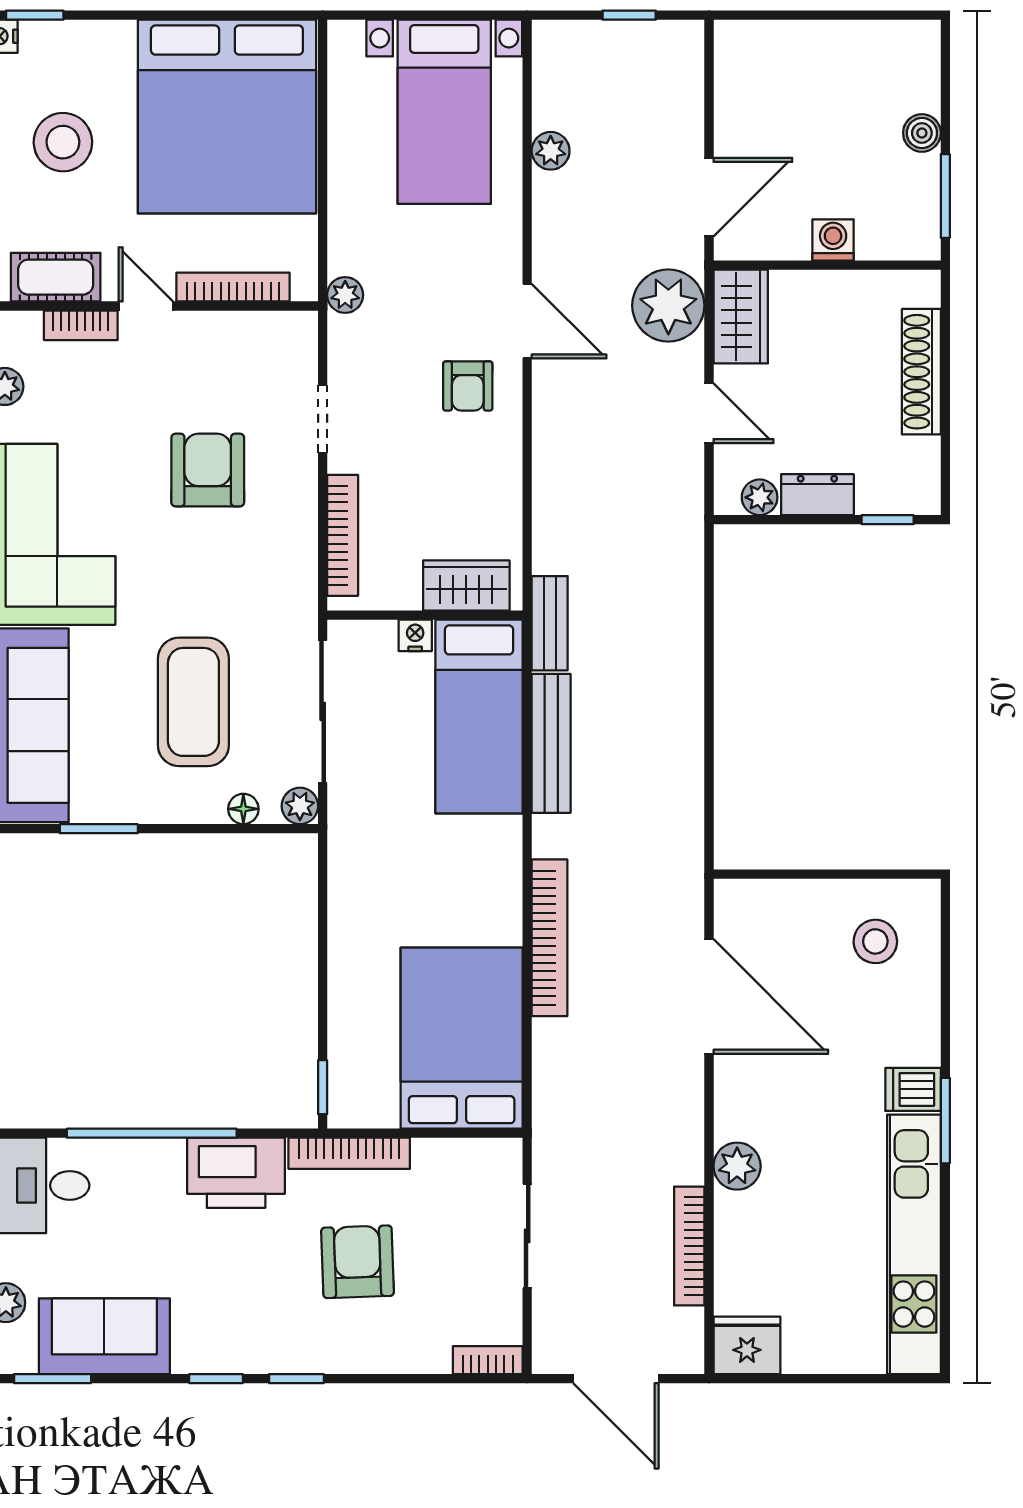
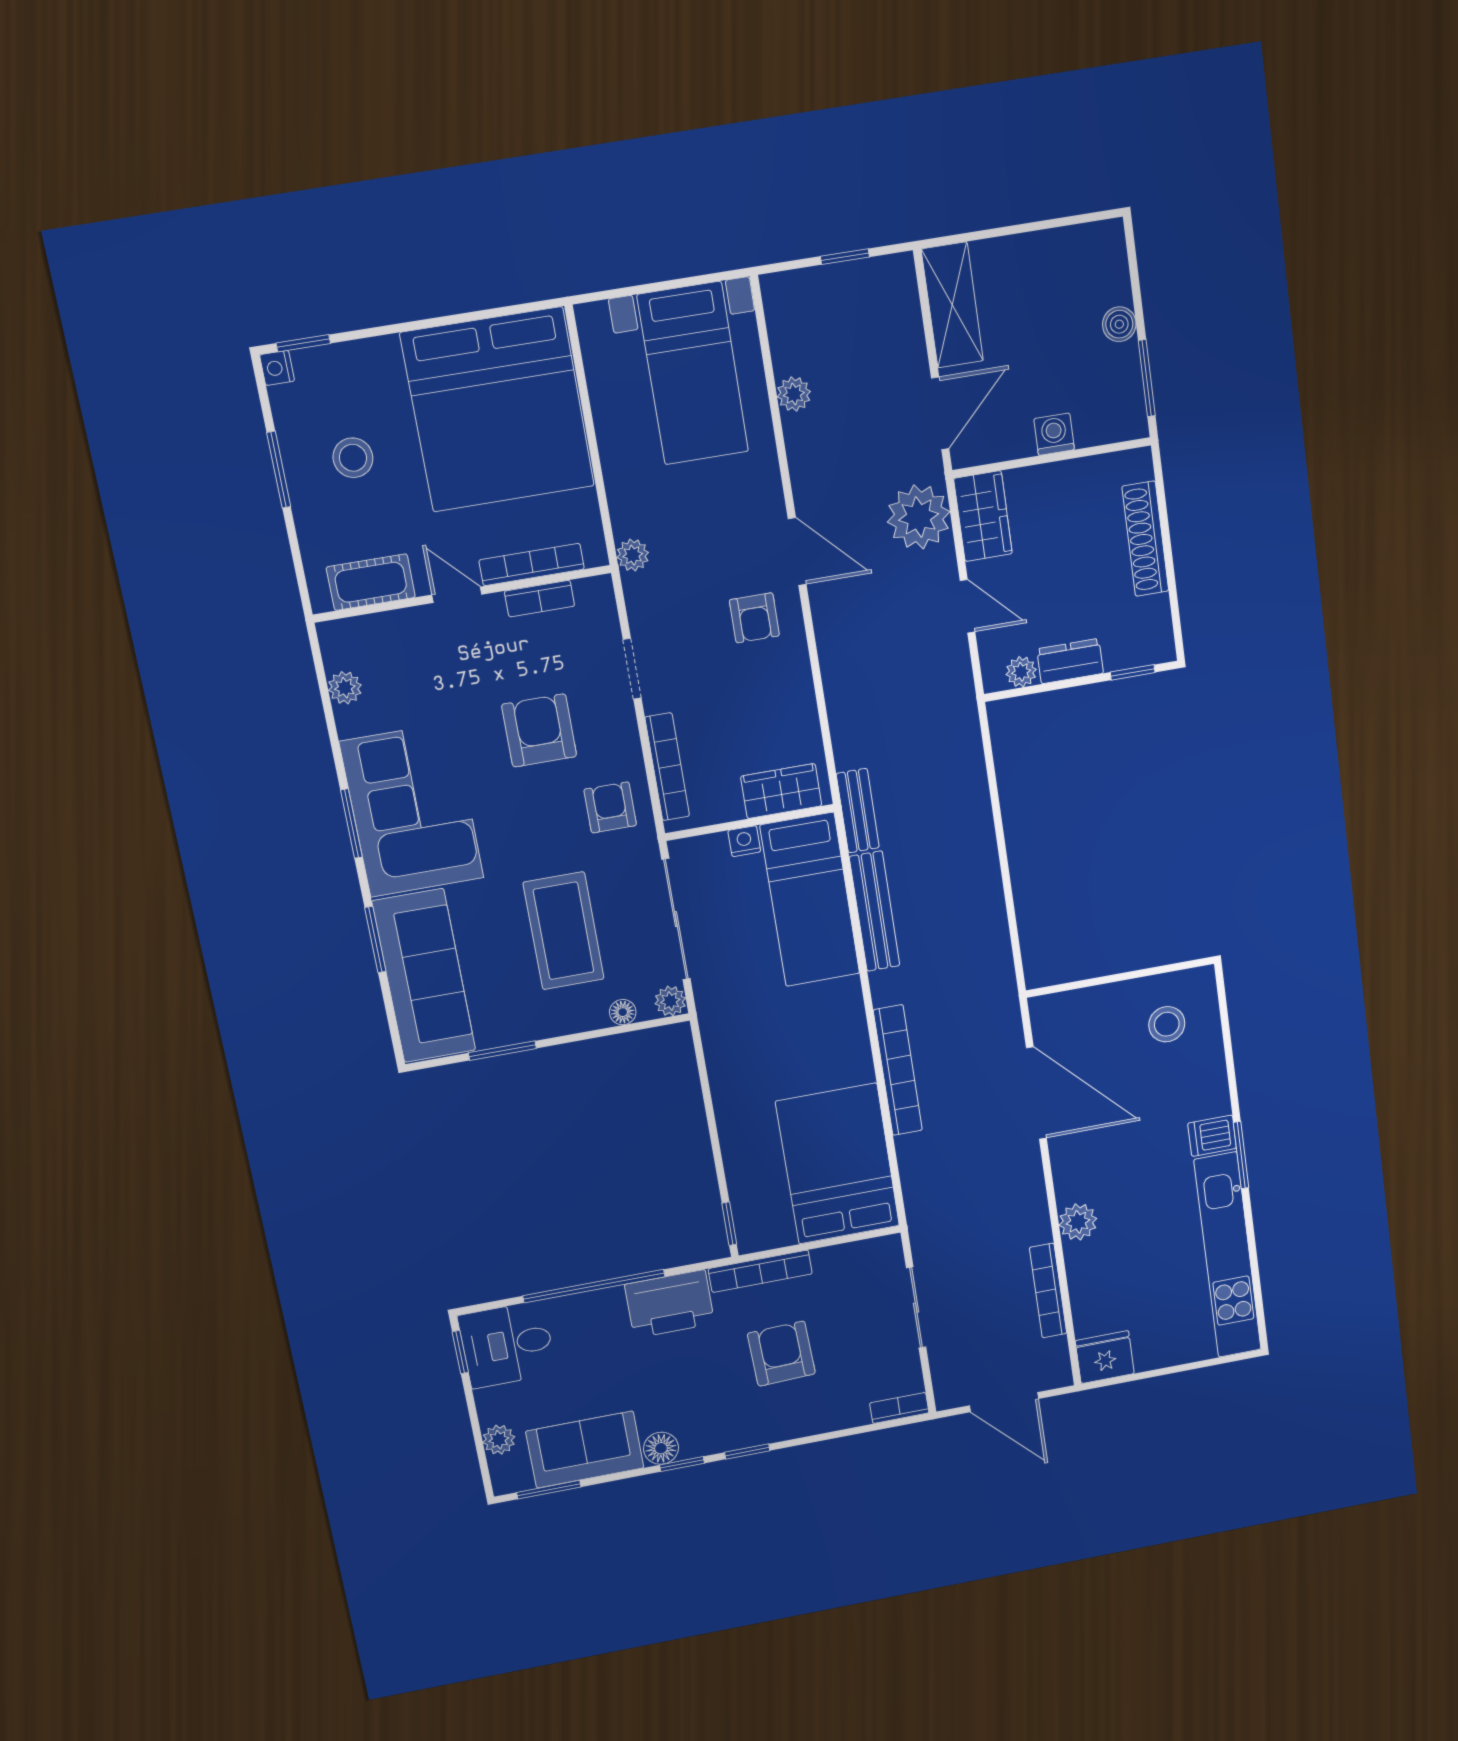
shelving: (739, 84) -> (952, 305), added
stool: (63, 142) -> (353, 458), width x0.73, depth x0.73
bookcase: (81, 325) -> (540, 599), moved
armchair: (271, 570) -> (610, 807), added
floor lamp: (194, 1353) -> (661, 1448), added

